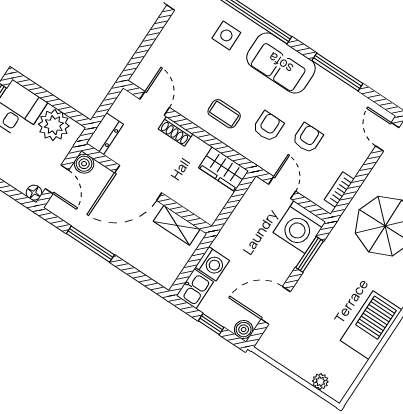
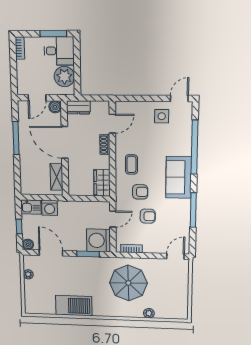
side table: (226, 35) -> (162, 116), moved
floor lamp: (34, 193) -> (22, 90), removed
plant: (320, 381) -> (28, 274), moved

